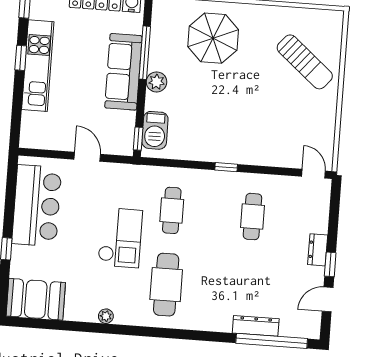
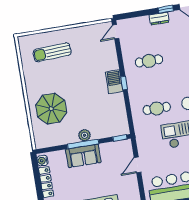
window: (145, 53) -> (83, 144), moved
sun lounger: (305, 62) -> (52, 52), turned -133
sofa: (123, 72) -> (83, 156), width x0.73
barbecue: (155, 130) -> (114, 82), moved, turned -90

